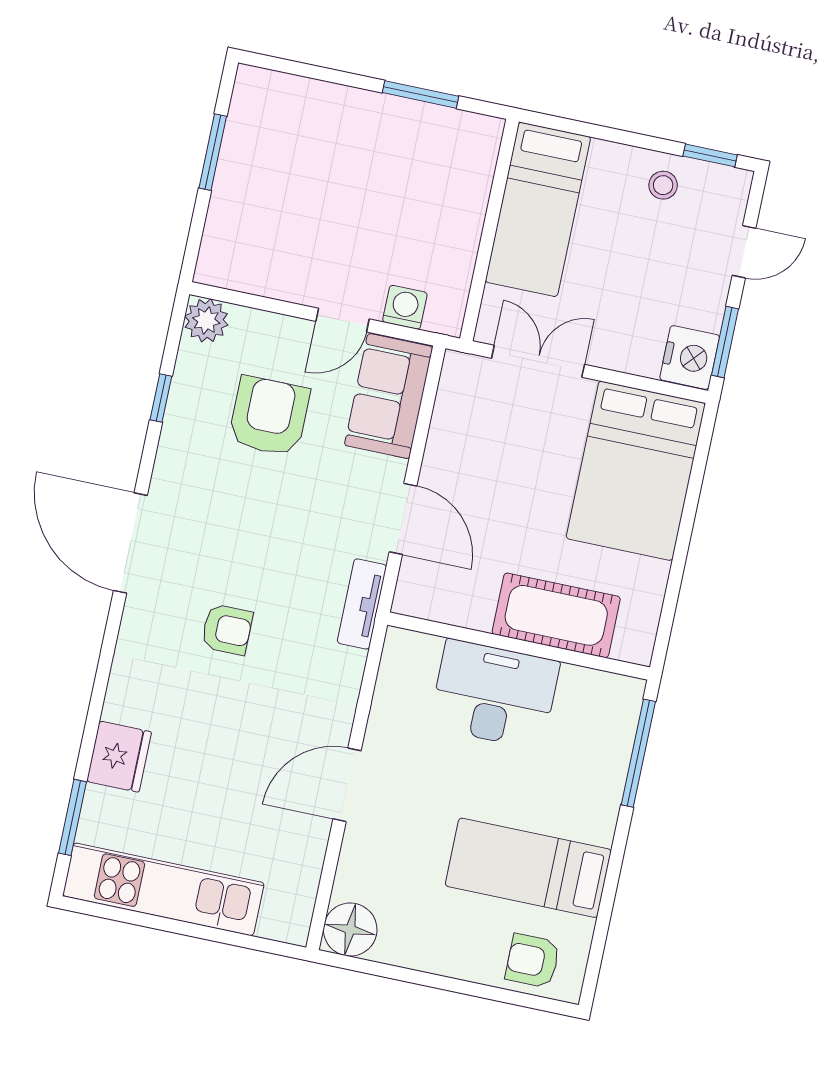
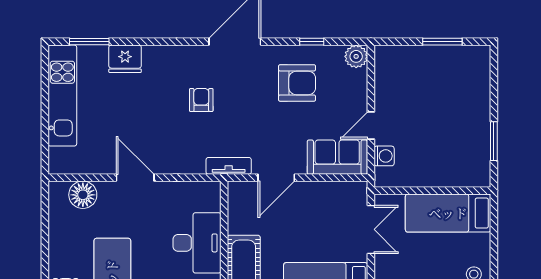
door: (342, 320) -> (371, 126), hinge flipped
armchair: (269, 416) -> (297, 83), moved
armchair: (227, 629) -> (201, 100), turned 180
floor lamp: (350, 930) -> (83, 195), moved

